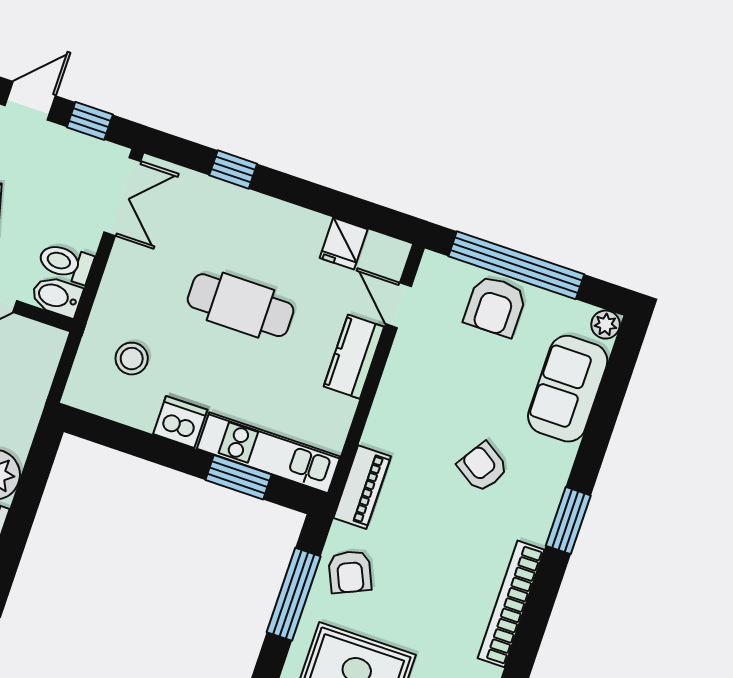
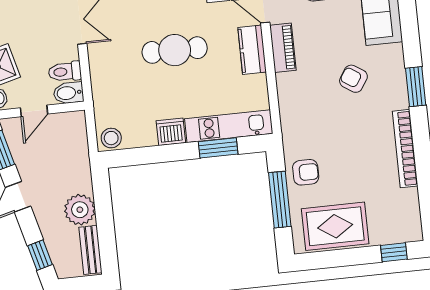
stool: (132, 359) -> (111, 138), moved
piano: (362, 487) -> (283, 48), moved
armchair: (350, 572) -> (306, 172), turned -66

